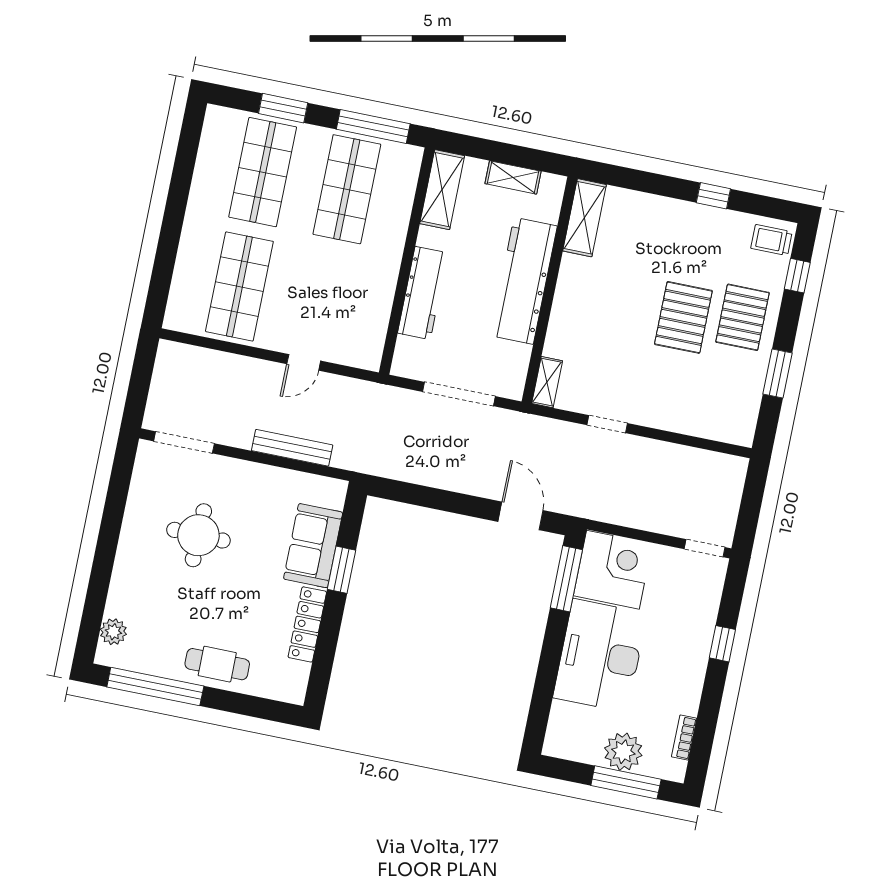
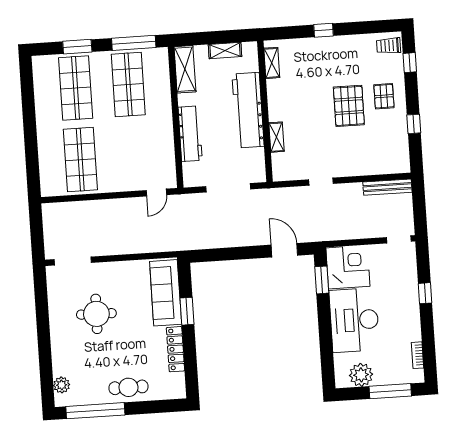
window: (713, 196) -> (324, 30), moved
shelving: (585, 218) -> (272, 63), width x0.67, depth x0.75
pallet: (743, 317) -> (384, 96), width x0.67, depth x0.71
door: (304, 362) -> (156, 193), moved
window: (777, 374) -> (414, 124), width x0.67
shelving: (547, 382) -> (277, 137), moved
bench: (292, 448) -> (387, 187), moved
sofa: (313, 546) -> (166, 293), width x1.36
window: (566, 579) -> (322, 280), width x0.69
plant: (623, 752) -> (361, 375), moved

